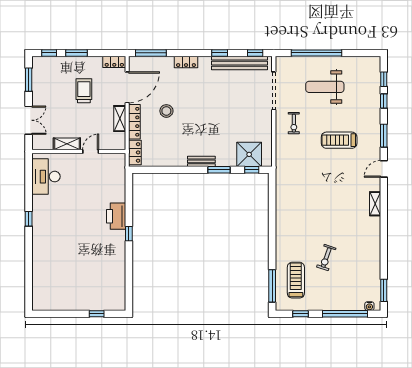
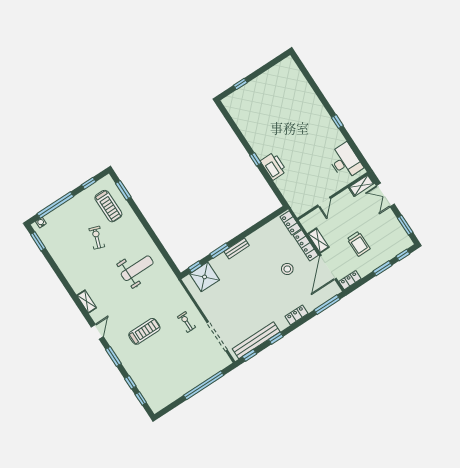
weight bench: (325, 87) -> (137, 268), moved
shelving: (67, 144) -> (361, 185), moved
window: (272, 286) -> (123, 190), width x0.69

